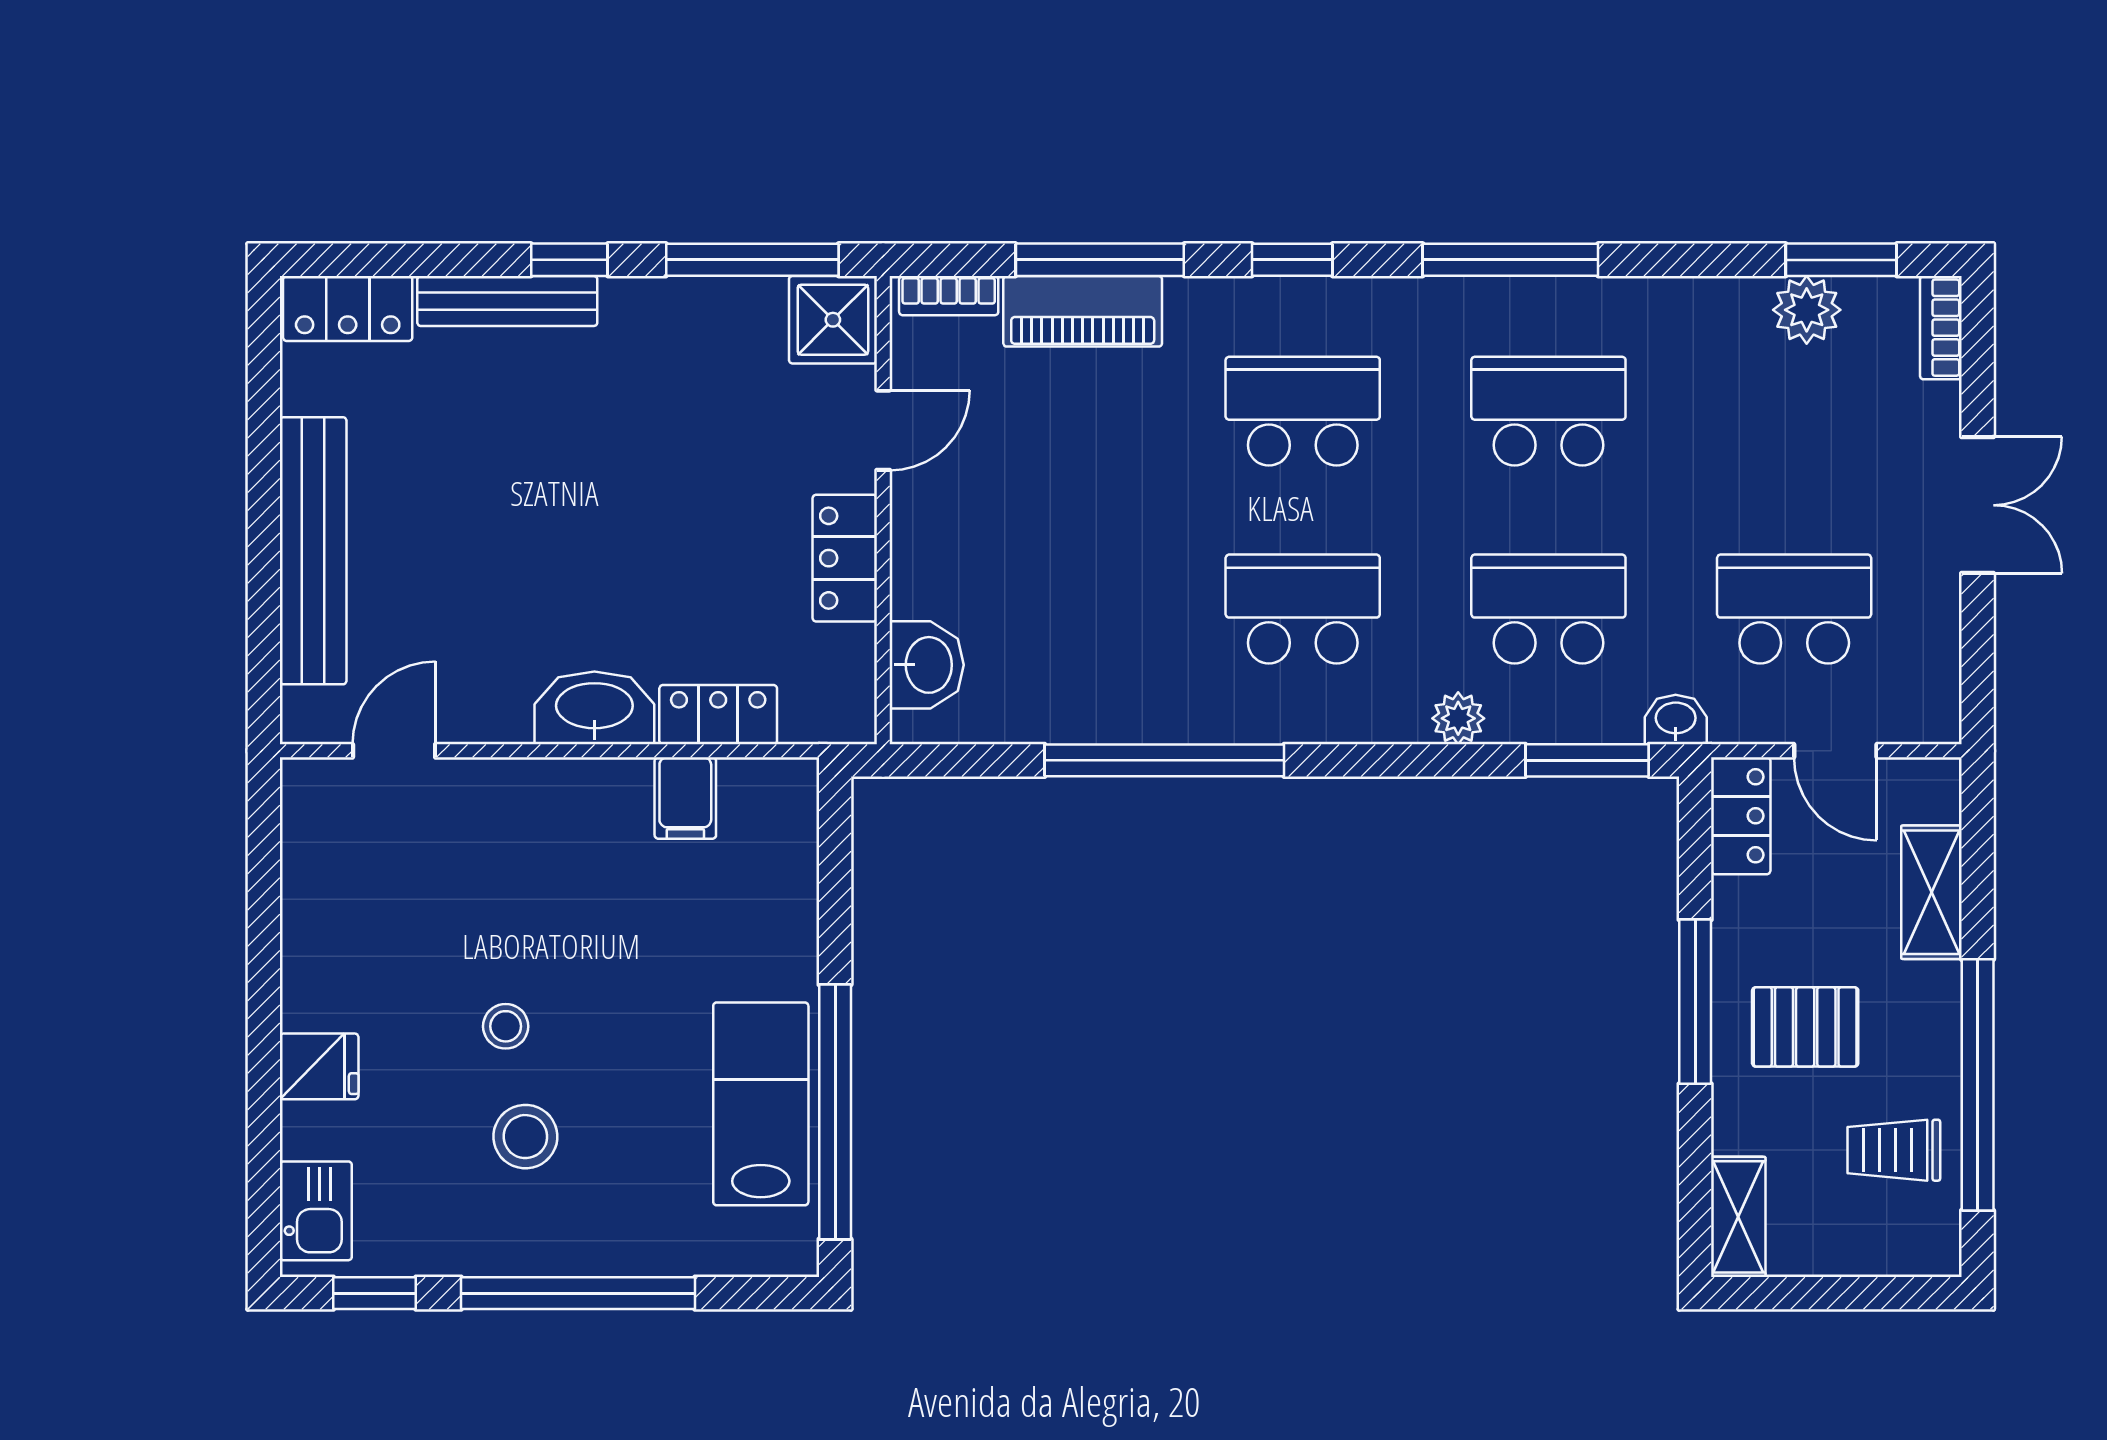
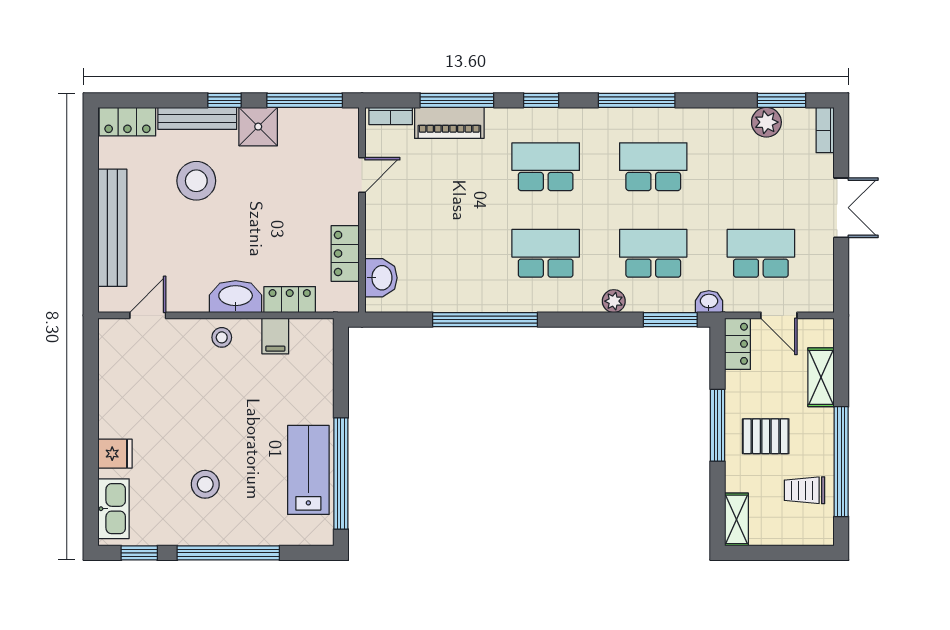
shower: (833, 320) -> (258, 127), moved
stool: (505, 443) -> (196, 181), added
locker: (845, 558) -> (345, 253), moved
stool: (506, 1026) -> (222, 337), moved
kitchen sink: (316, 1211) -> (113, 509), width x1.38

